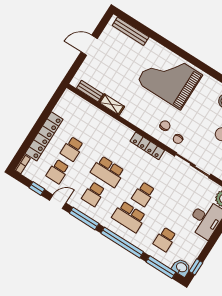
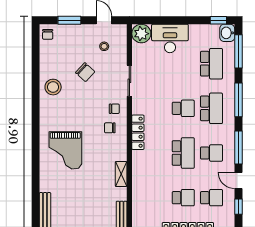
grand piano: (169, 79) -> (65, 150), width x0.73, depth x0.68
shelving: (112, 104) -> (121, 174), moved
sliding door: (193, 165) -> (129, 81), width x0.73
school desk: (165, 239) -> (211, 64), width x1.85
window: (122, 243) -> (238, 100), width x0.68

